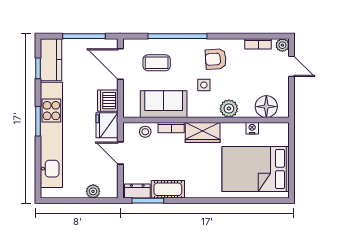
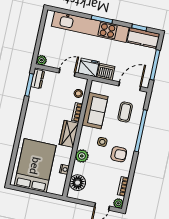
armchair: (216, 59) -> (119, 154), turned 94
cot: (168, 189) -> (34, 101), removed
plant: (93, 191) -> (41, 60), moved

